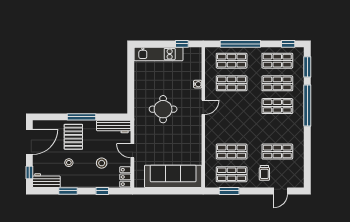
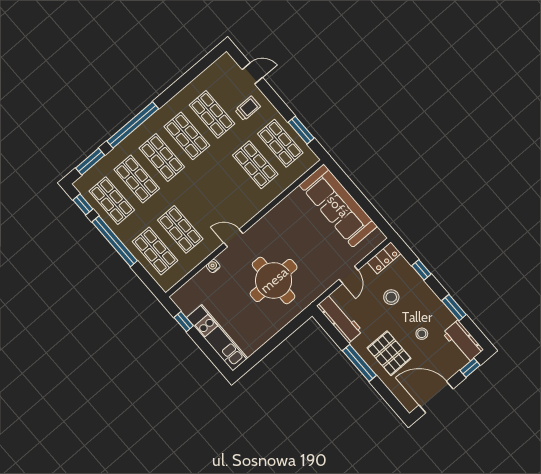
window: (240, 44) -> (115, 241), moved
round table: (163, 109) -> (274, 280), width x1.36, depth x1.36
shop shelf: (277, 129) -> (187, 136), added
pallet: (73, 137) -> (389, 353), turned 90

